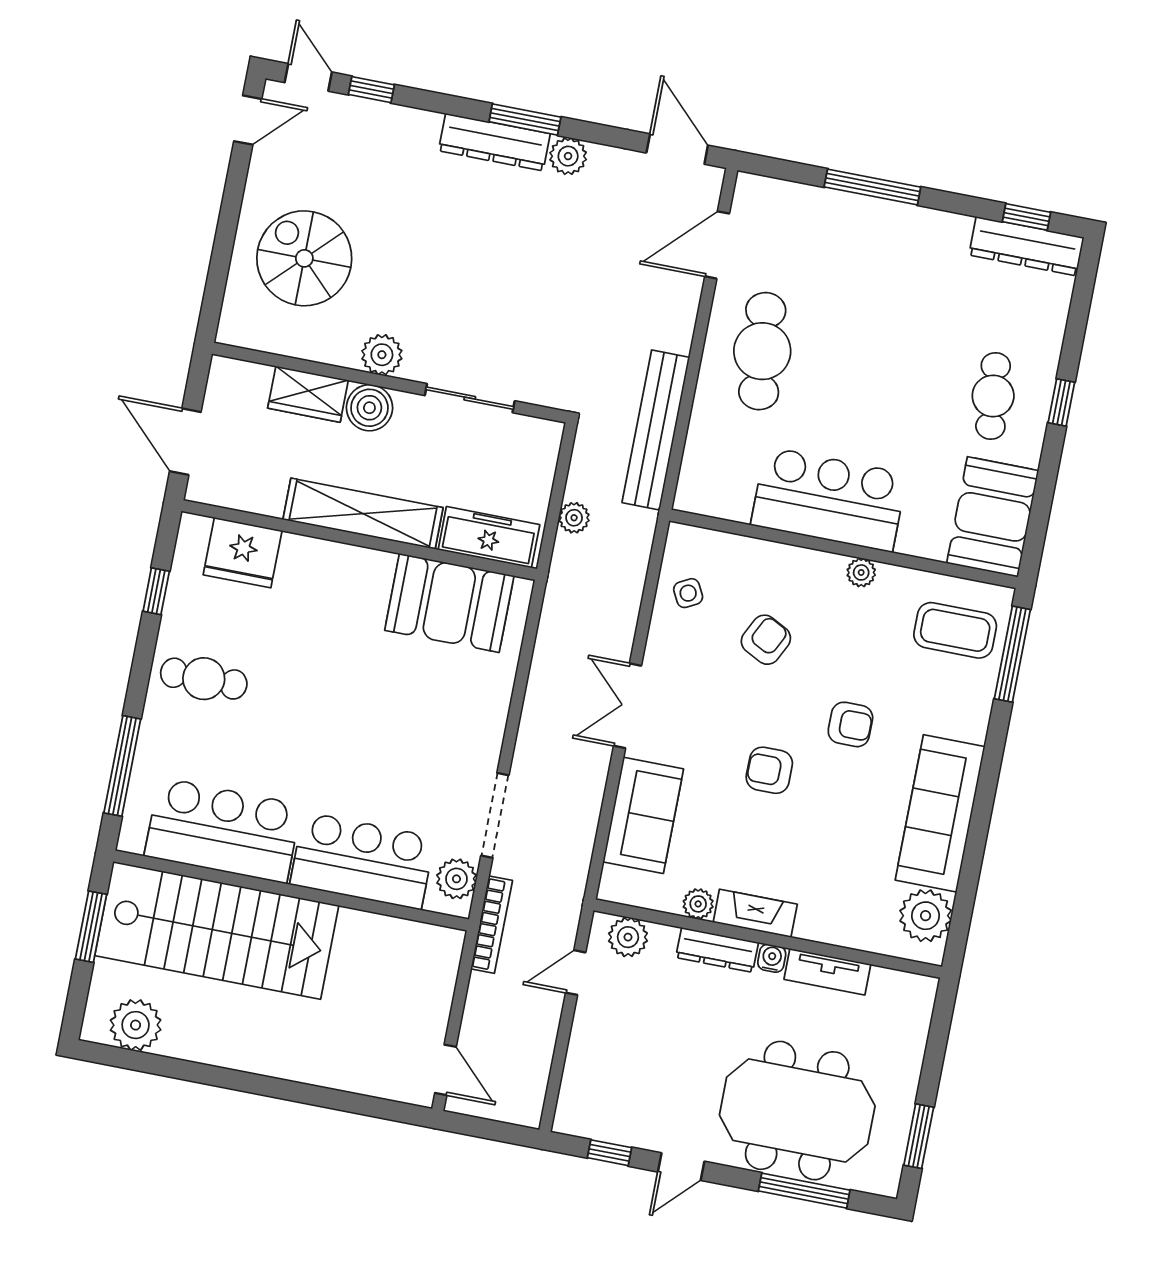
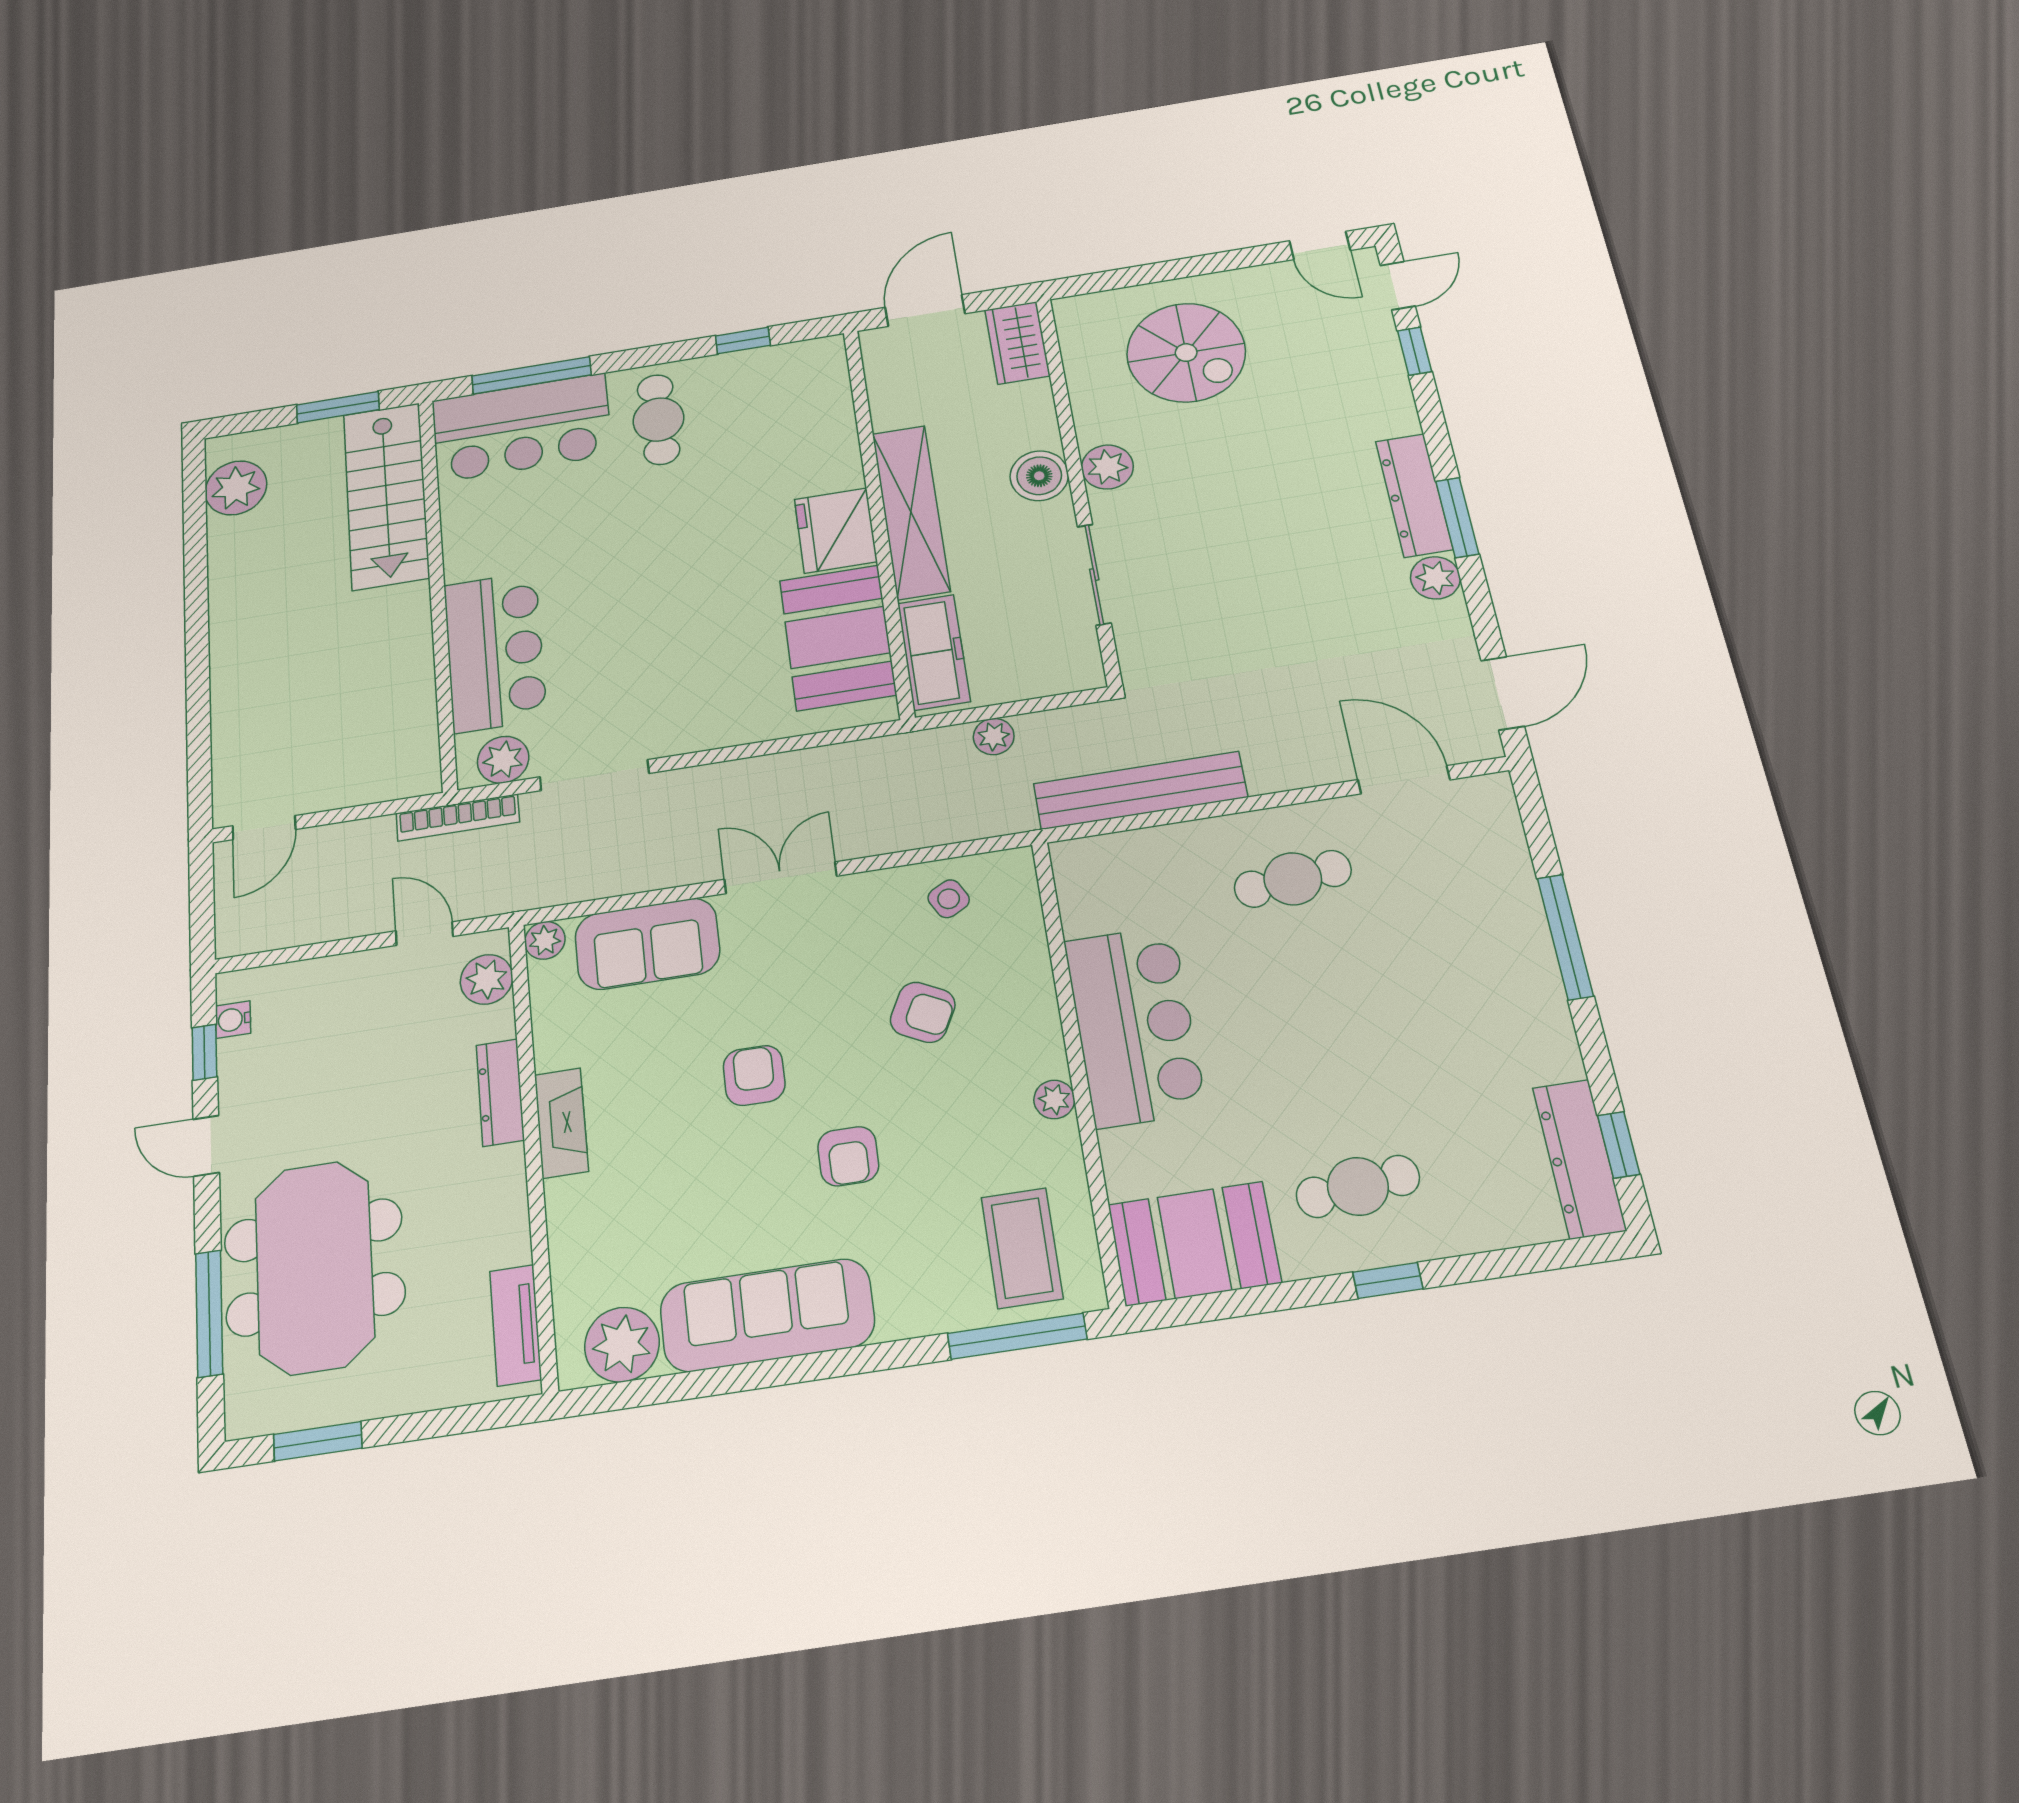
spiral stairs: (304, 258) -> (1186, 353), turned 90
cafe table: (762, 351) -> (1293, 879), width x0.73, depth x0.74
wardrobe: (308, 394) -> (1017, 343), moved
fridge: (243, 553) -> (836, 530), moved
bar counter: (223, 830) -> (522, 428), moved, turned 90
plant: (698, 904) -> (545, 940), moved
stairs: (217, 930) -> (386, 496), width x0.73, depth x0.66
water cooler: (772, 958) -> (233, 1020), moved, turned 180
tv unit: (827, 972) -> (516, 1325), moved

